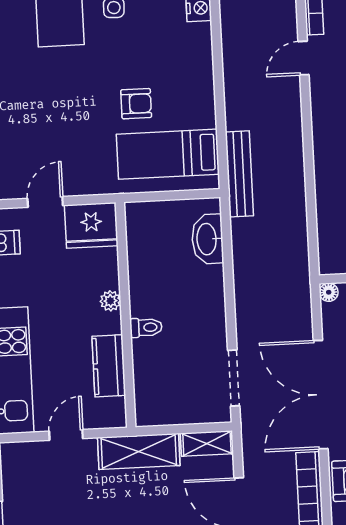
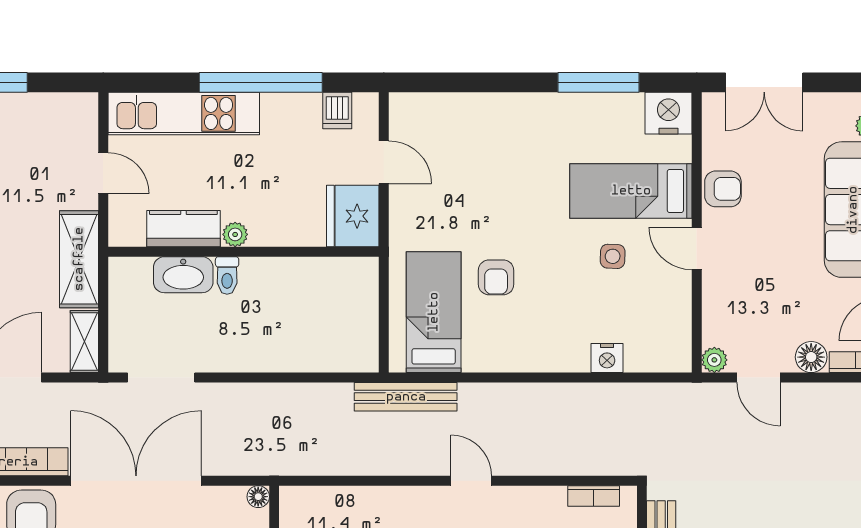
door: (304, 58) -> (471, 481), moved
washbasin: (207, 239) -> (183, 275), moved, turned 180
plant: (110, 301) -> (235, 234), moved

